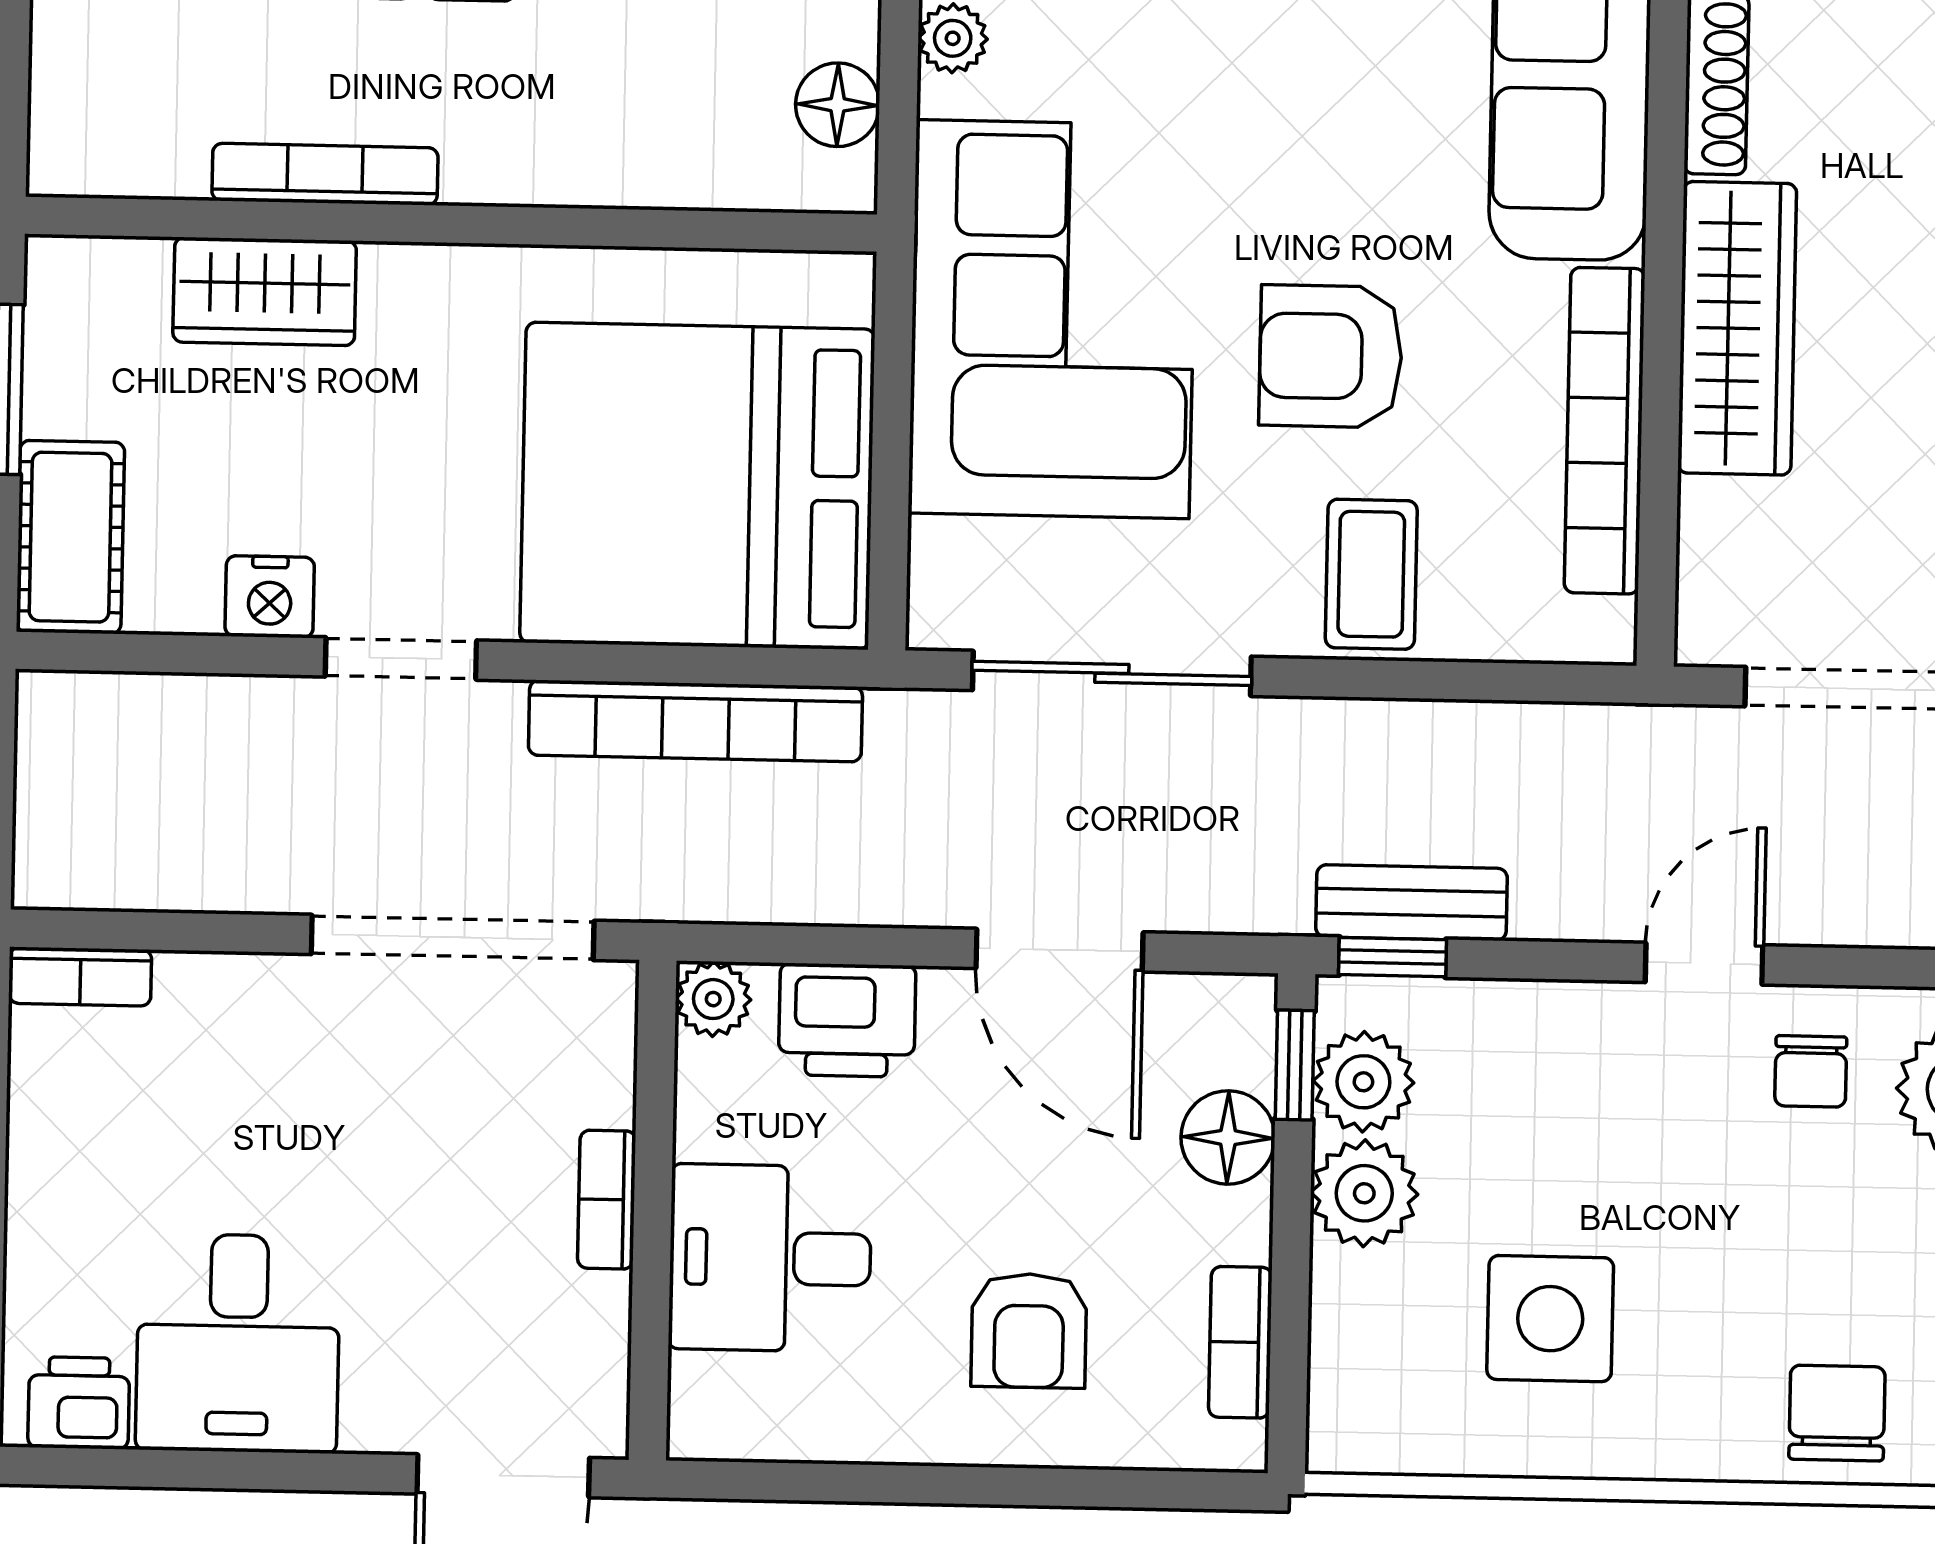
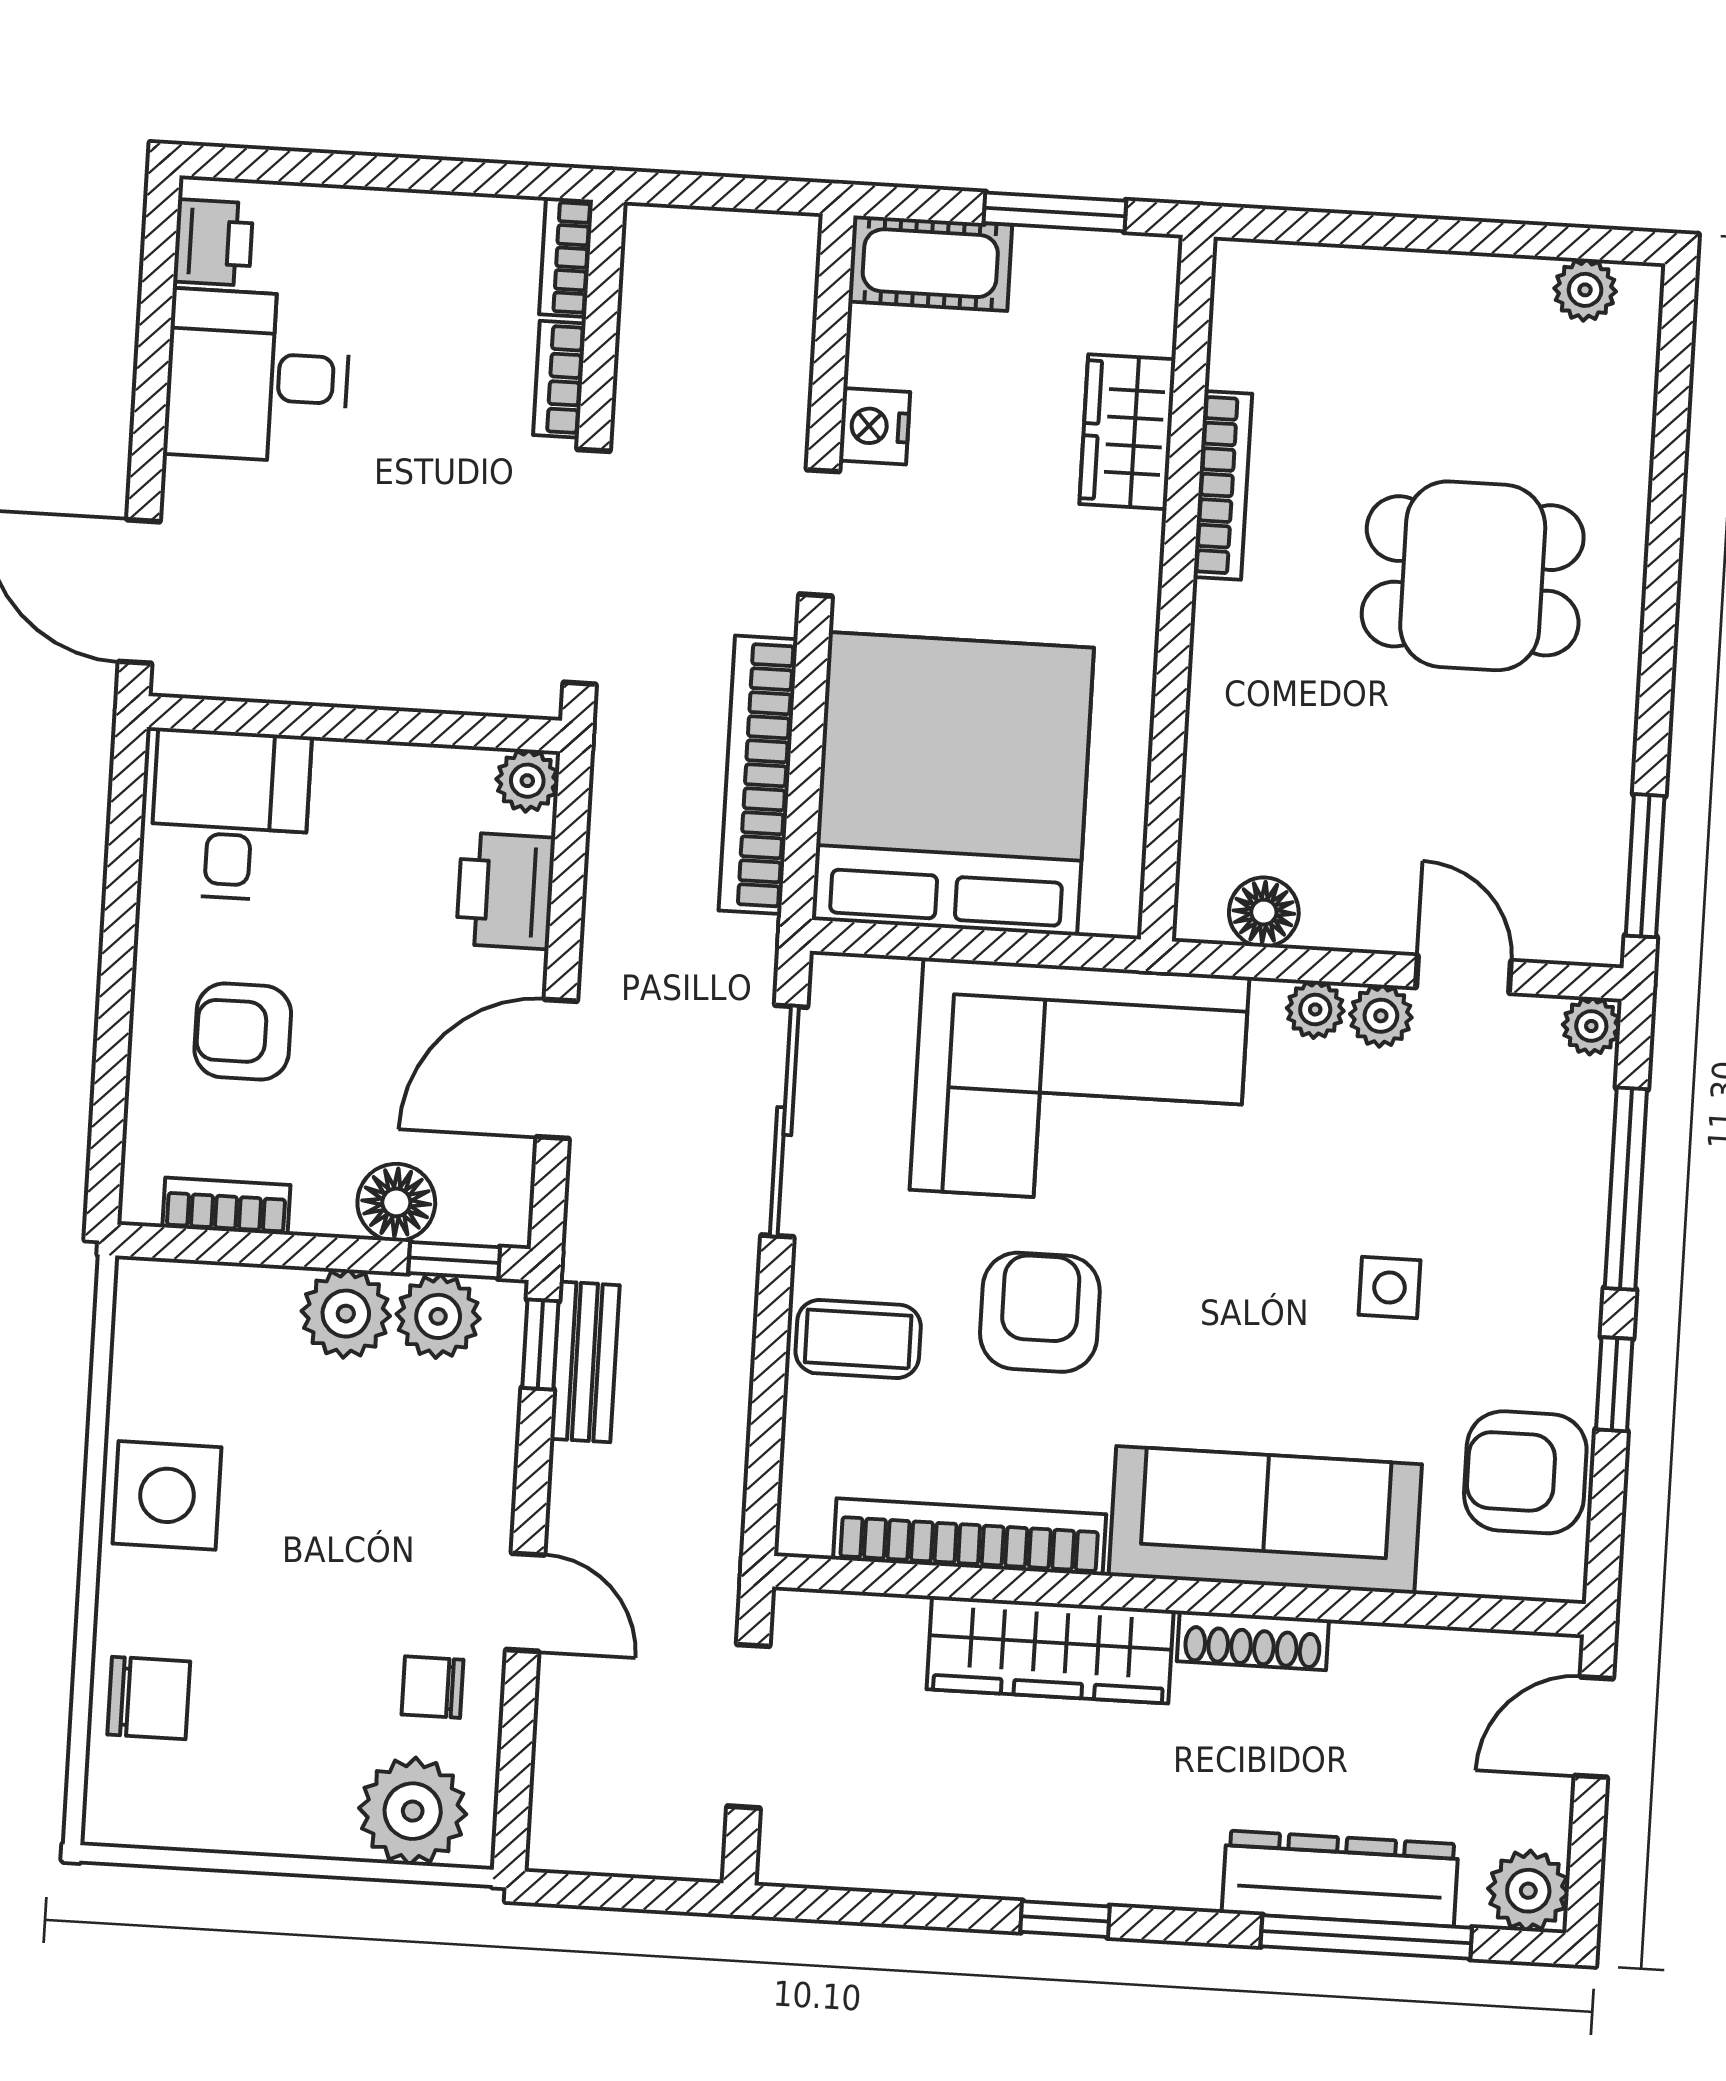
bookcase: (607, 1200) -> (559, 379), moved, turned -90
desk: (770, 1258) -> (230, 815), moved
side table: (1550, 1319) -> (167, 1495), moved

